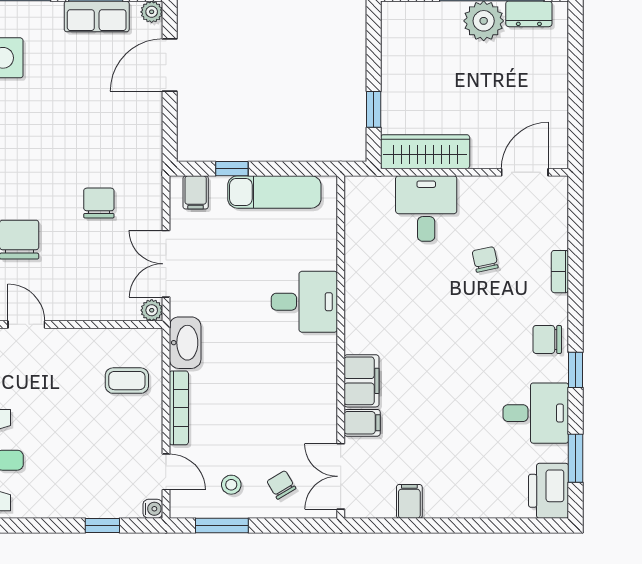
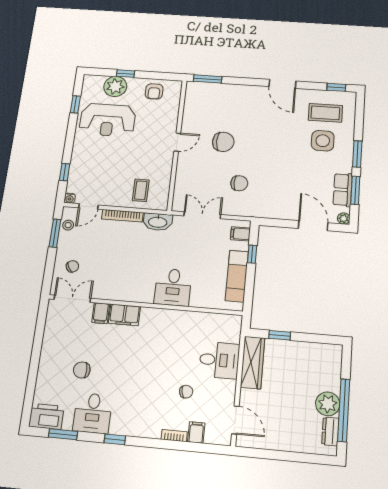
plant: (152, 310) -> (178, 206), removed
chair: (547, 339) -> (82, 370), moved, turned -90
stool: (231, 485) -> (68, 225), moved
filing cabinet: (409, 501) -> (196, 432), moved, turned -90

